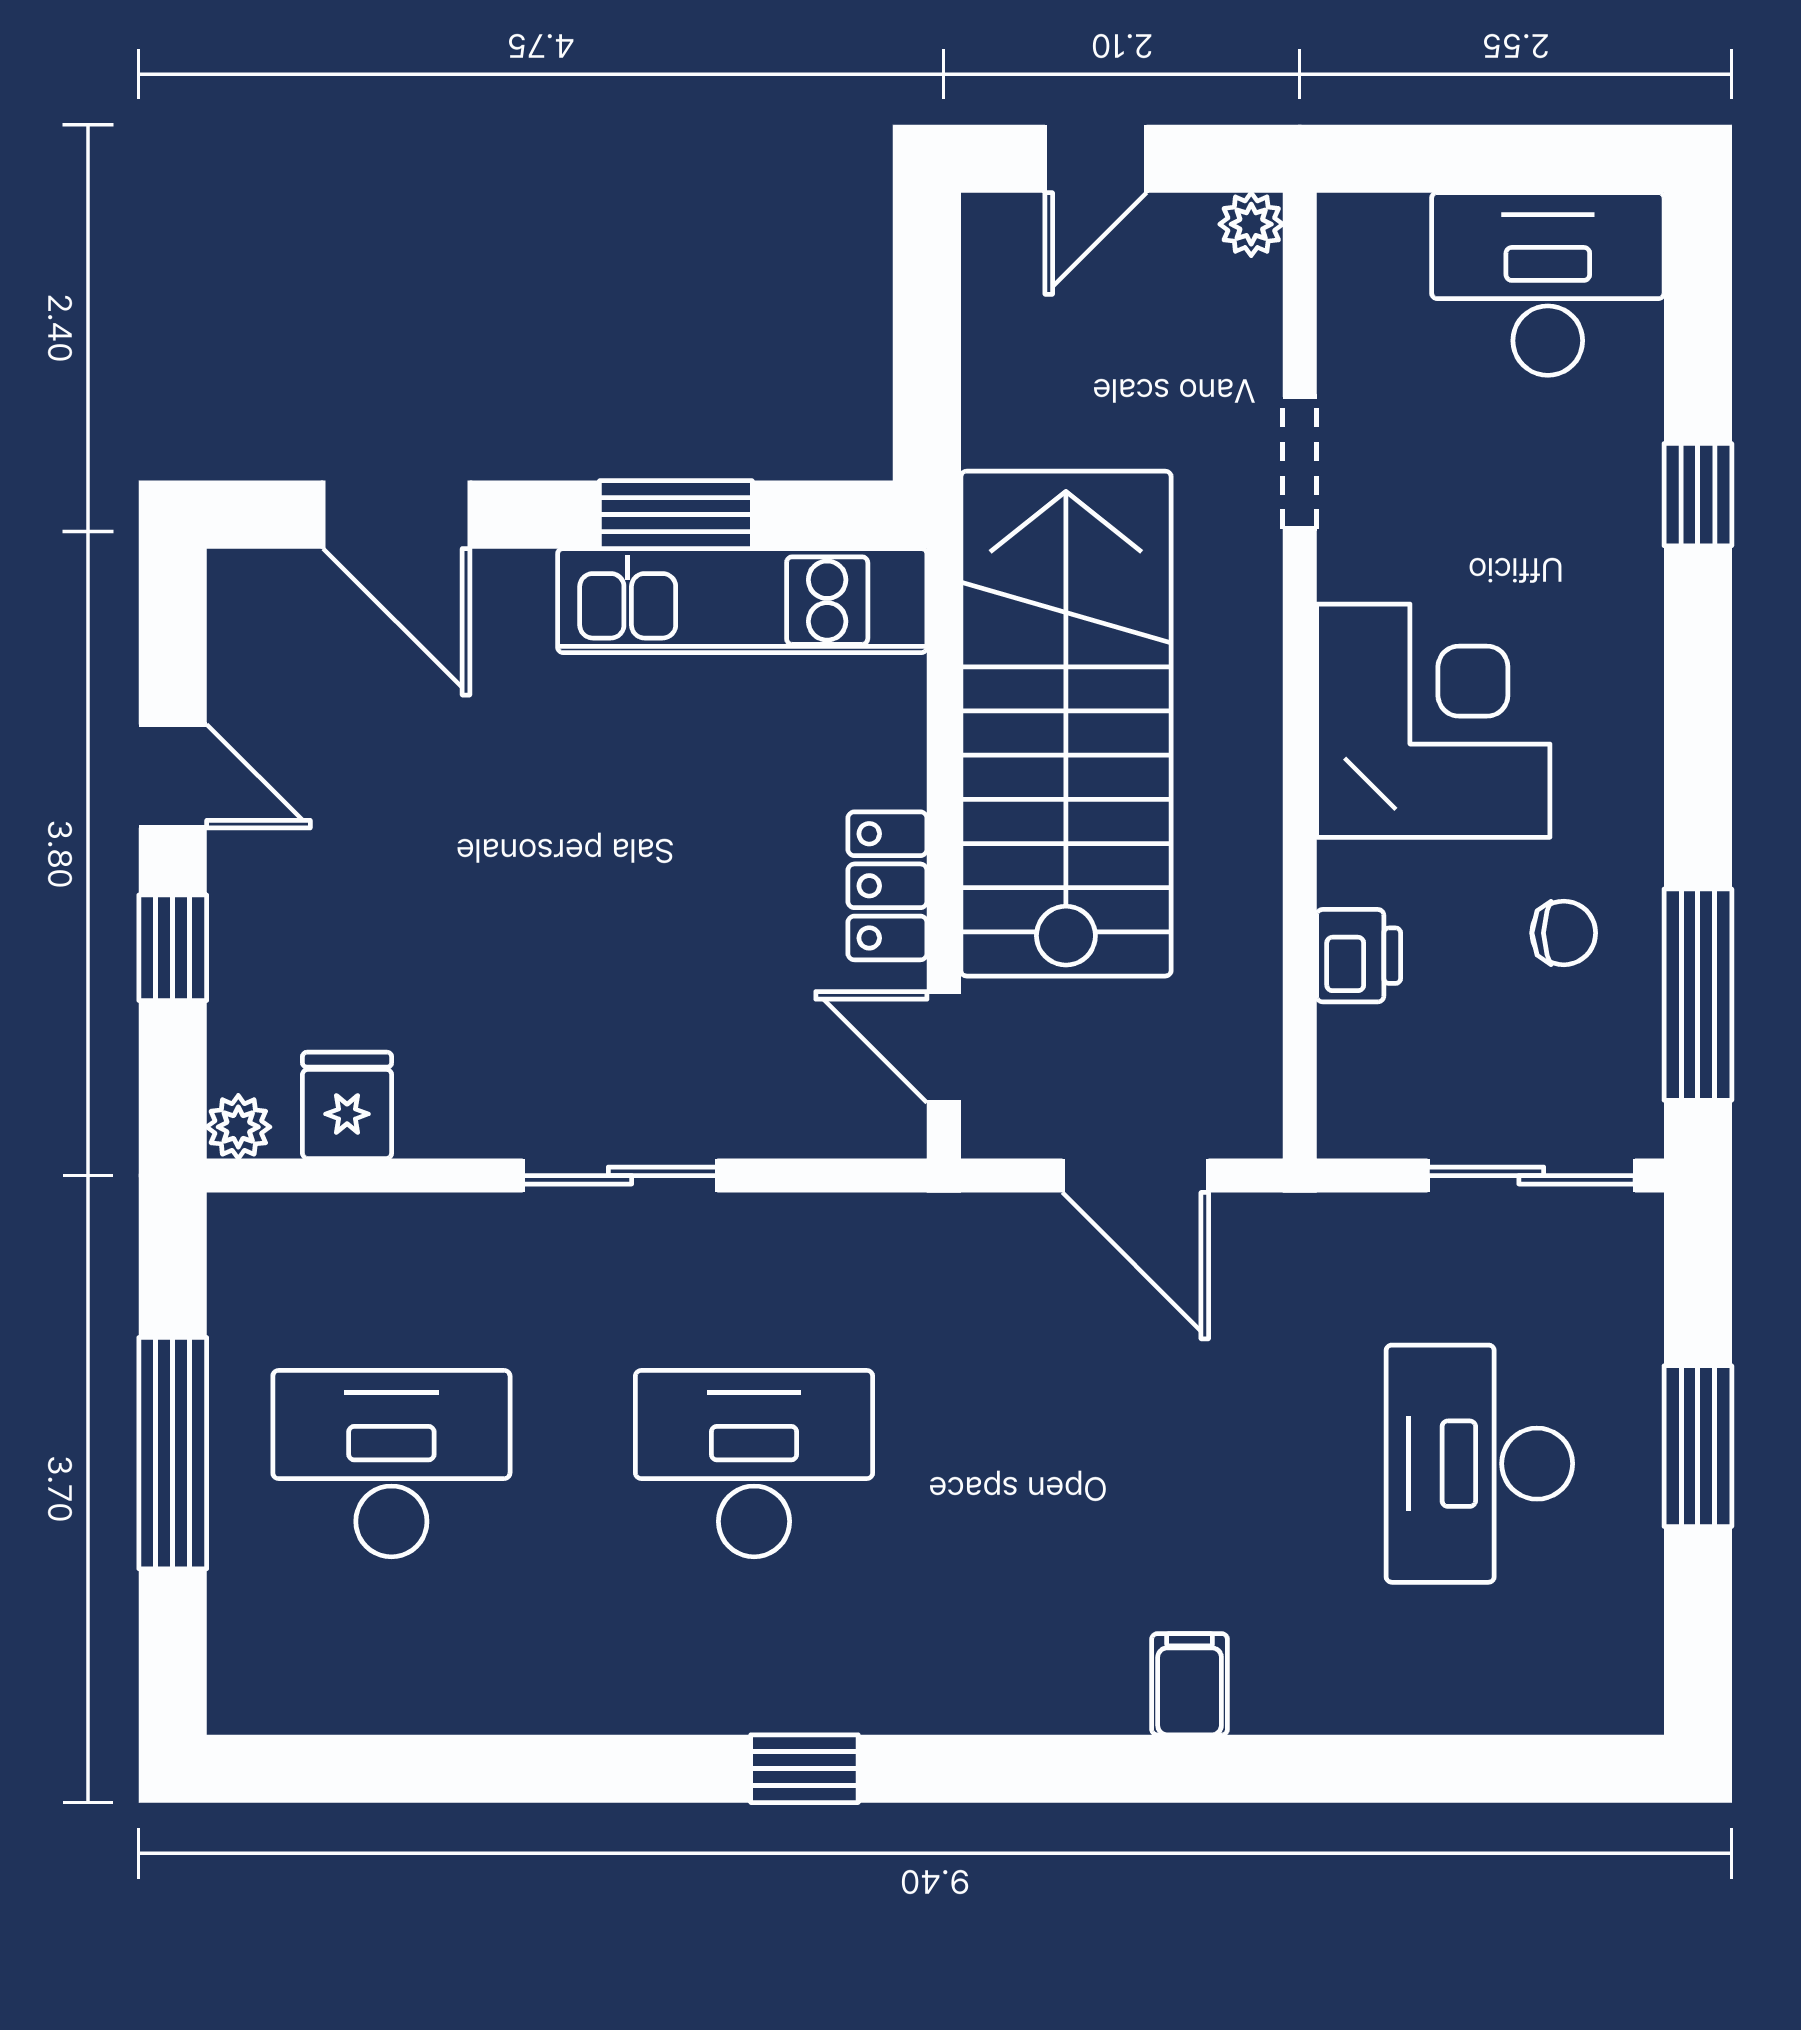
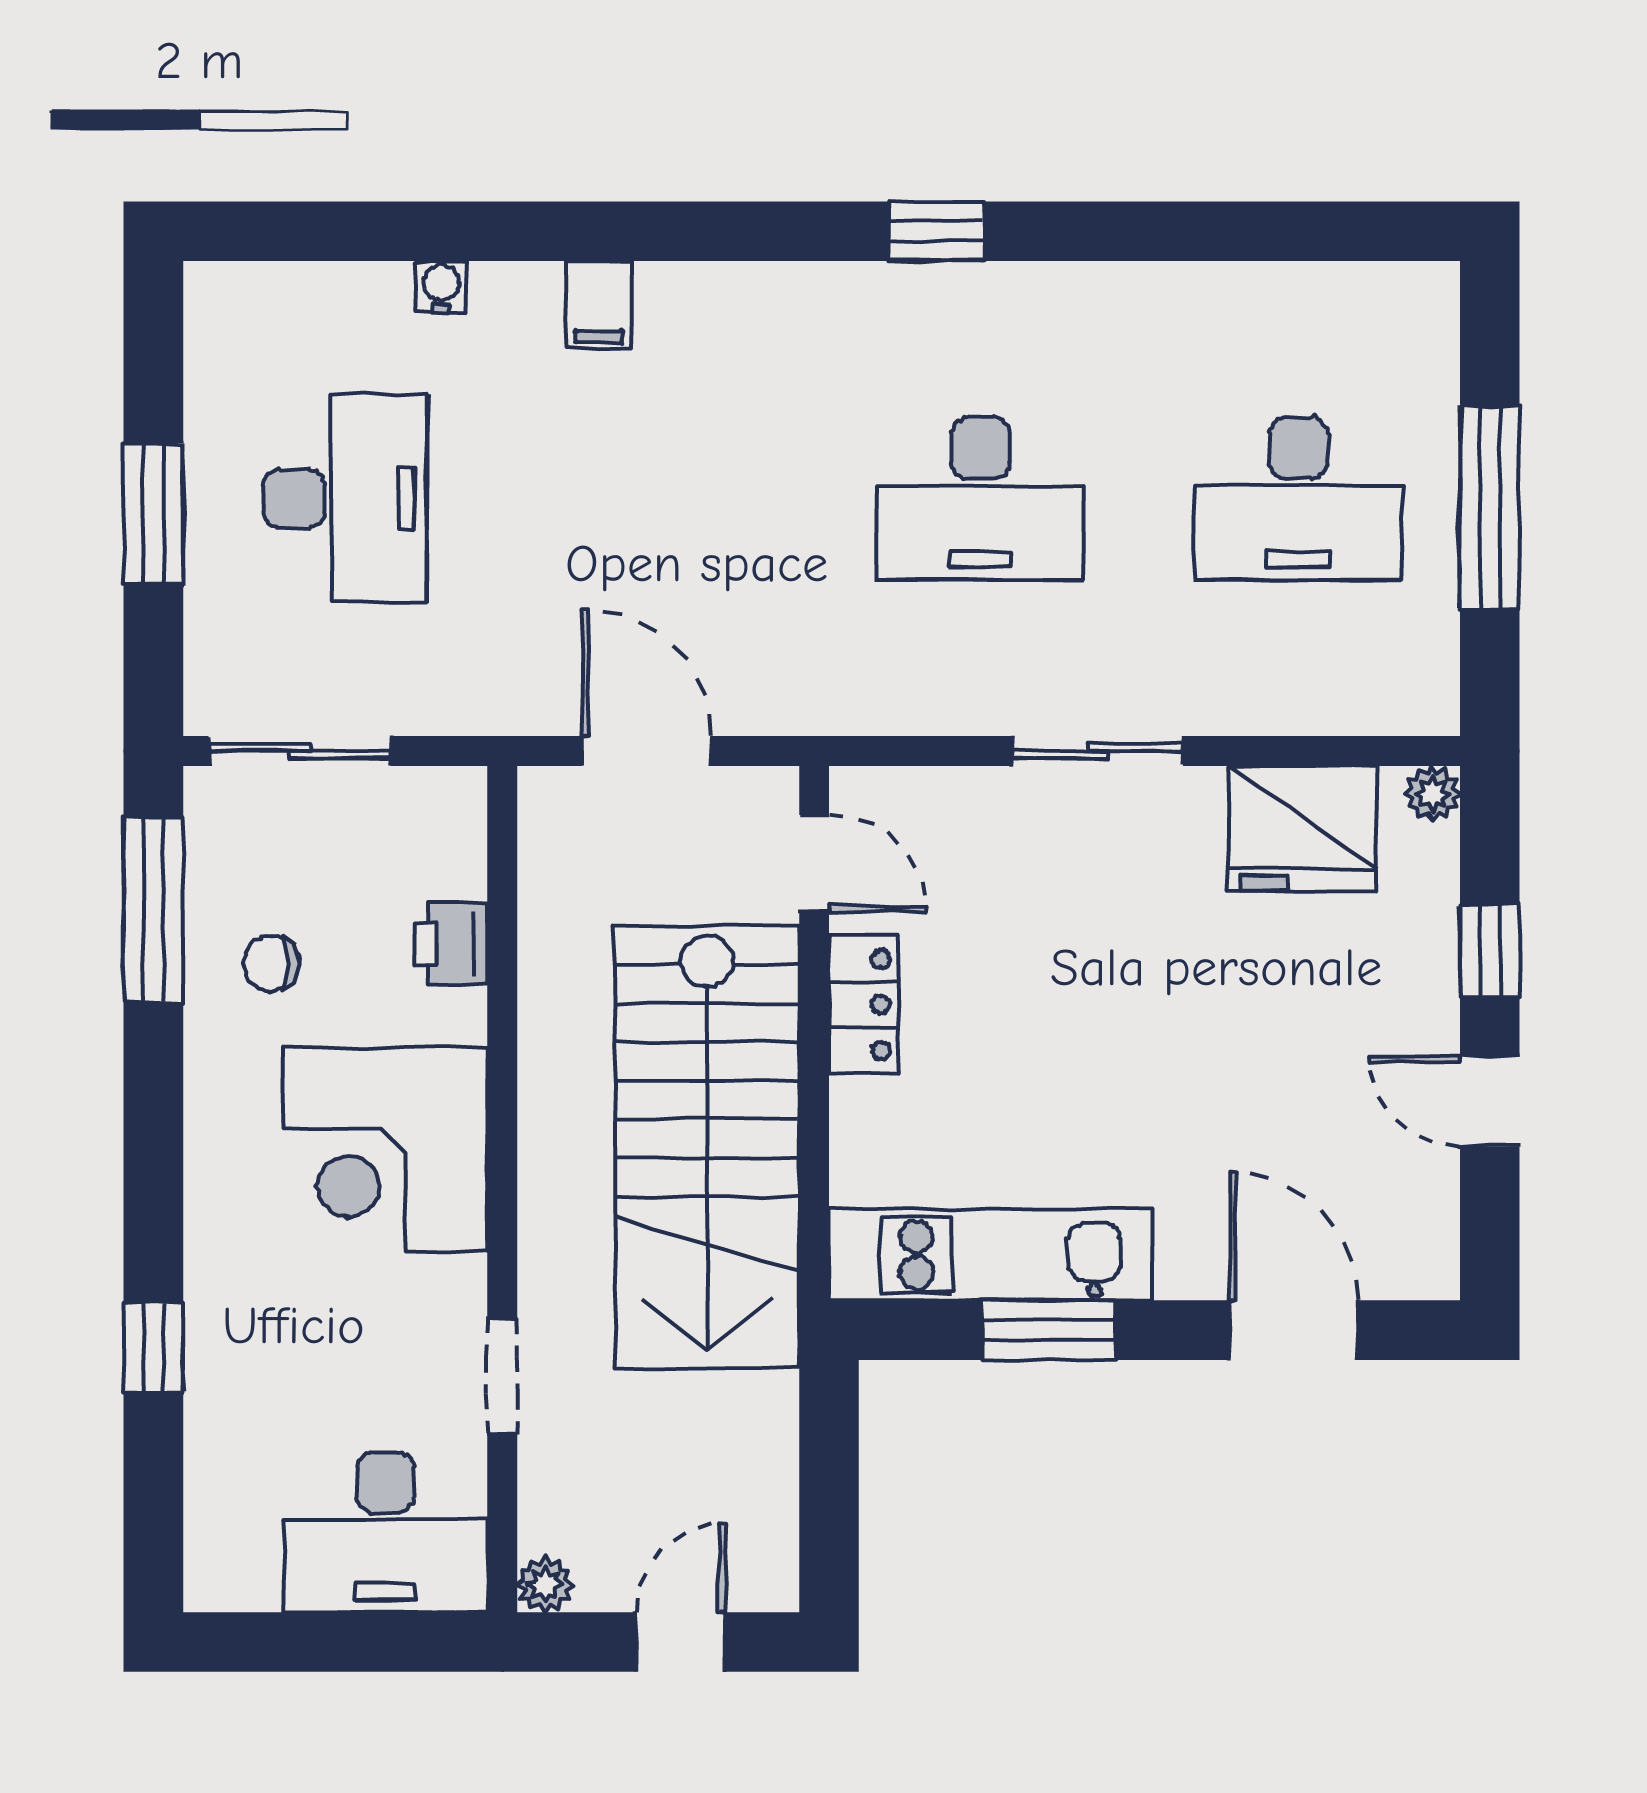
desk: (1548, 284) -> (386, 1532), moved
fridge: (347, 1105) -> (1302, 828), width x1.88, depth x1.34
water cooler: (1370, 1705) -> (441, 287), added

